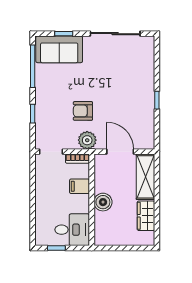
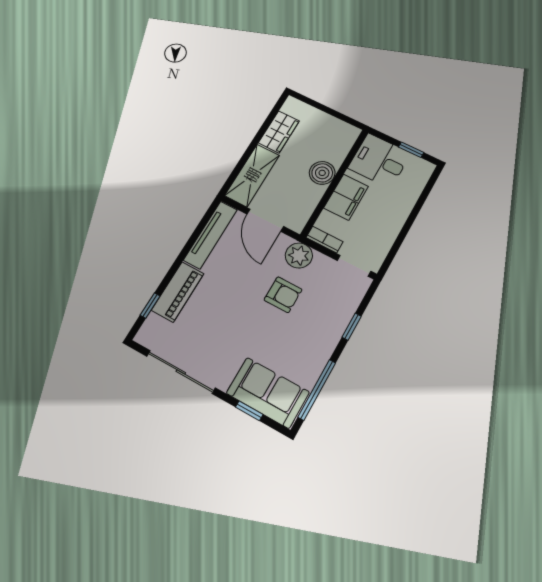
piano: (146, 79) -> (178, 292), added
window: (157, 100) -> (150, 306), moved
tv unit: (148, 124) -> (210, 235), added
filing cabinet: (80, 186) -> (346, 197), width x2.00

